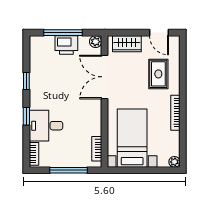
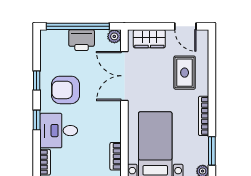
window: (63, 33) -> (78, 26), width x1.46
armchair: (52, 89) -> (66, 90), added
window: (183, 144) -> (212, 151), added

